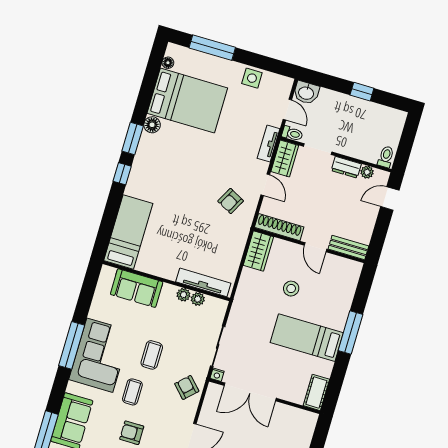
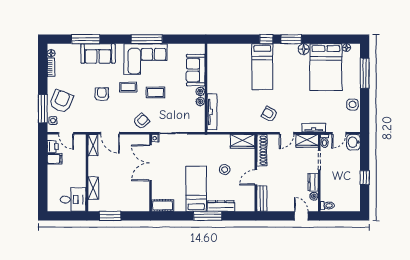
bed: (128, 232) -> (262, 67), moved, turned 90
plant: (198, 299) -> (200, 91), moved
dresser: (342, 309) -> (221, 206), added

